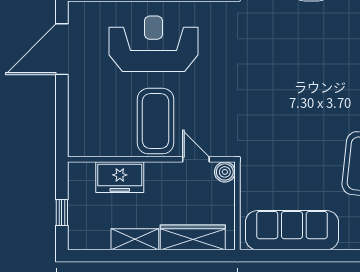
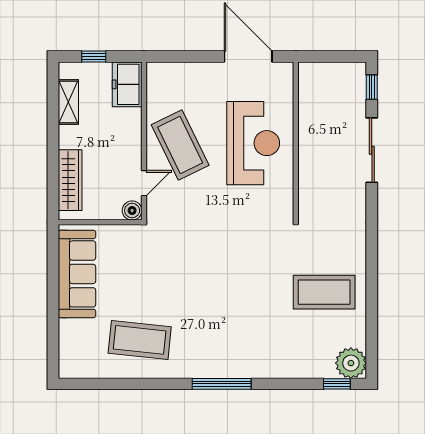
coffee table: (155, 121) -> (180, 145), turned 64
freezer: (120, 177) -> (127, 84), moved
shelving: (135, 239) -> (68, 102), moved

